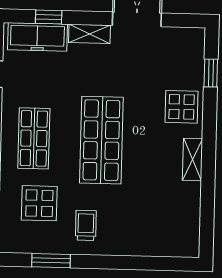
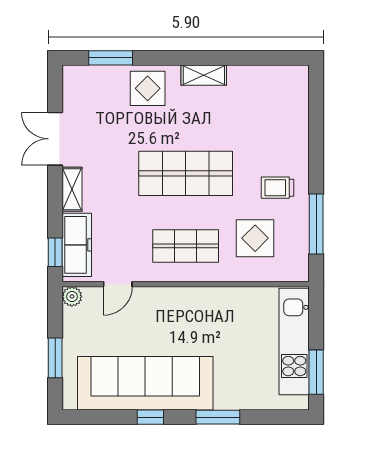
window: (49, 17) -> (55, 252), moved
window: (211, 73) -> (111, 58), width x1.50
window: (51, 261) -> (316, 224), width x1.44

